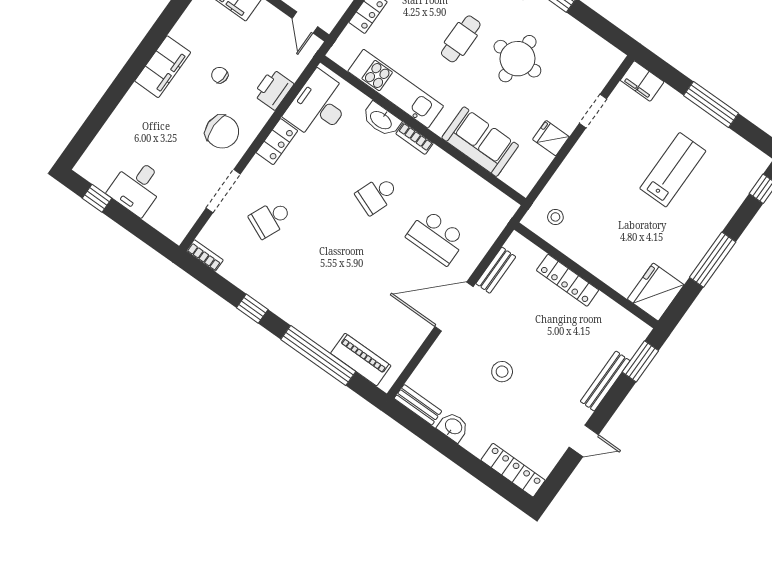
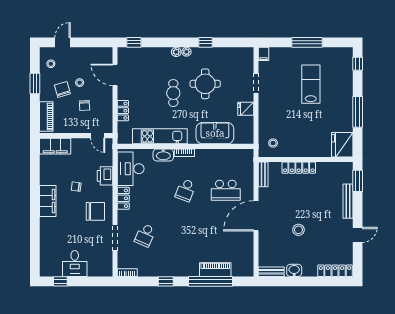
filing cabinet: (642, 81) -> (263, 54), width x0.50
bench: (496, 270) -> (263, 174), moved
piano: (361, 360) -> (215, 270), moved

